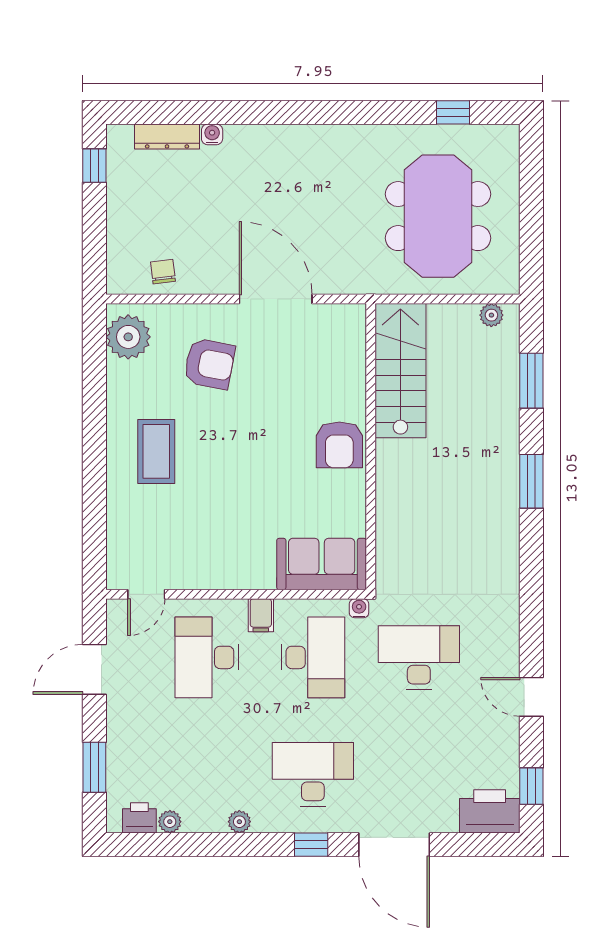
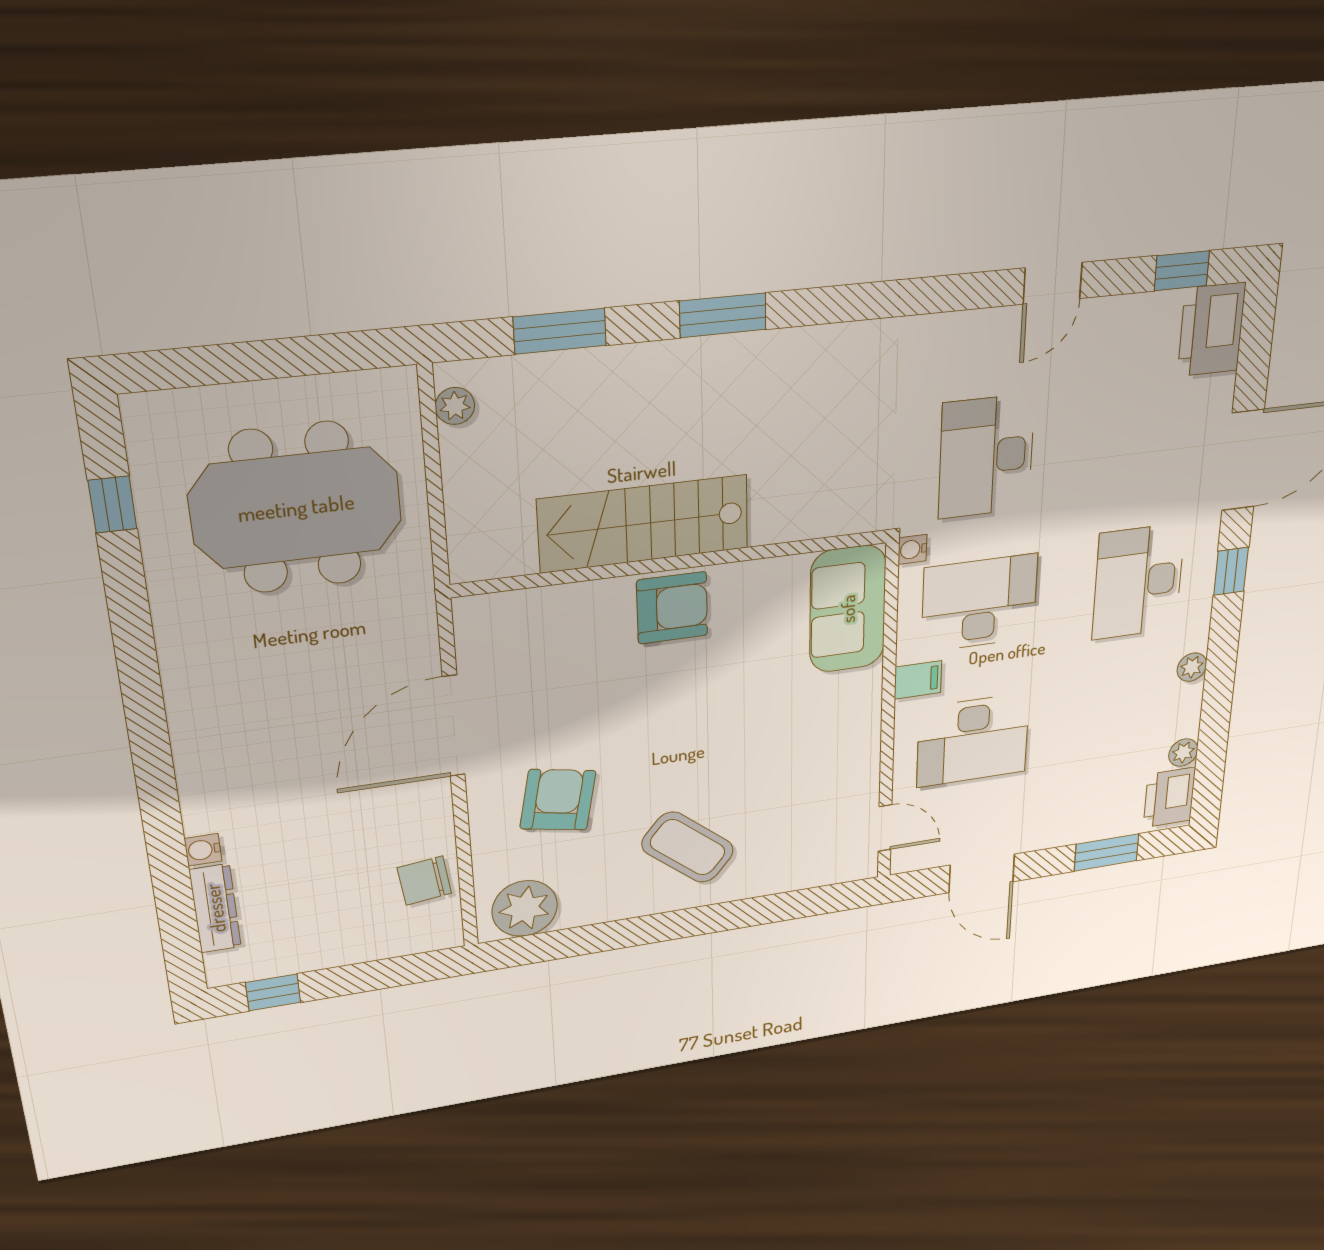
chair: (163, 272) -> (424, 881), width x1.37, depth x1.37
stairs: (400, 371) -> (644, 524), moved
coffee table: (156, 451) -> (688, 847), turned 40
printer: (139, 818) -> (1169, 797), width x1.36, depth x1.24

